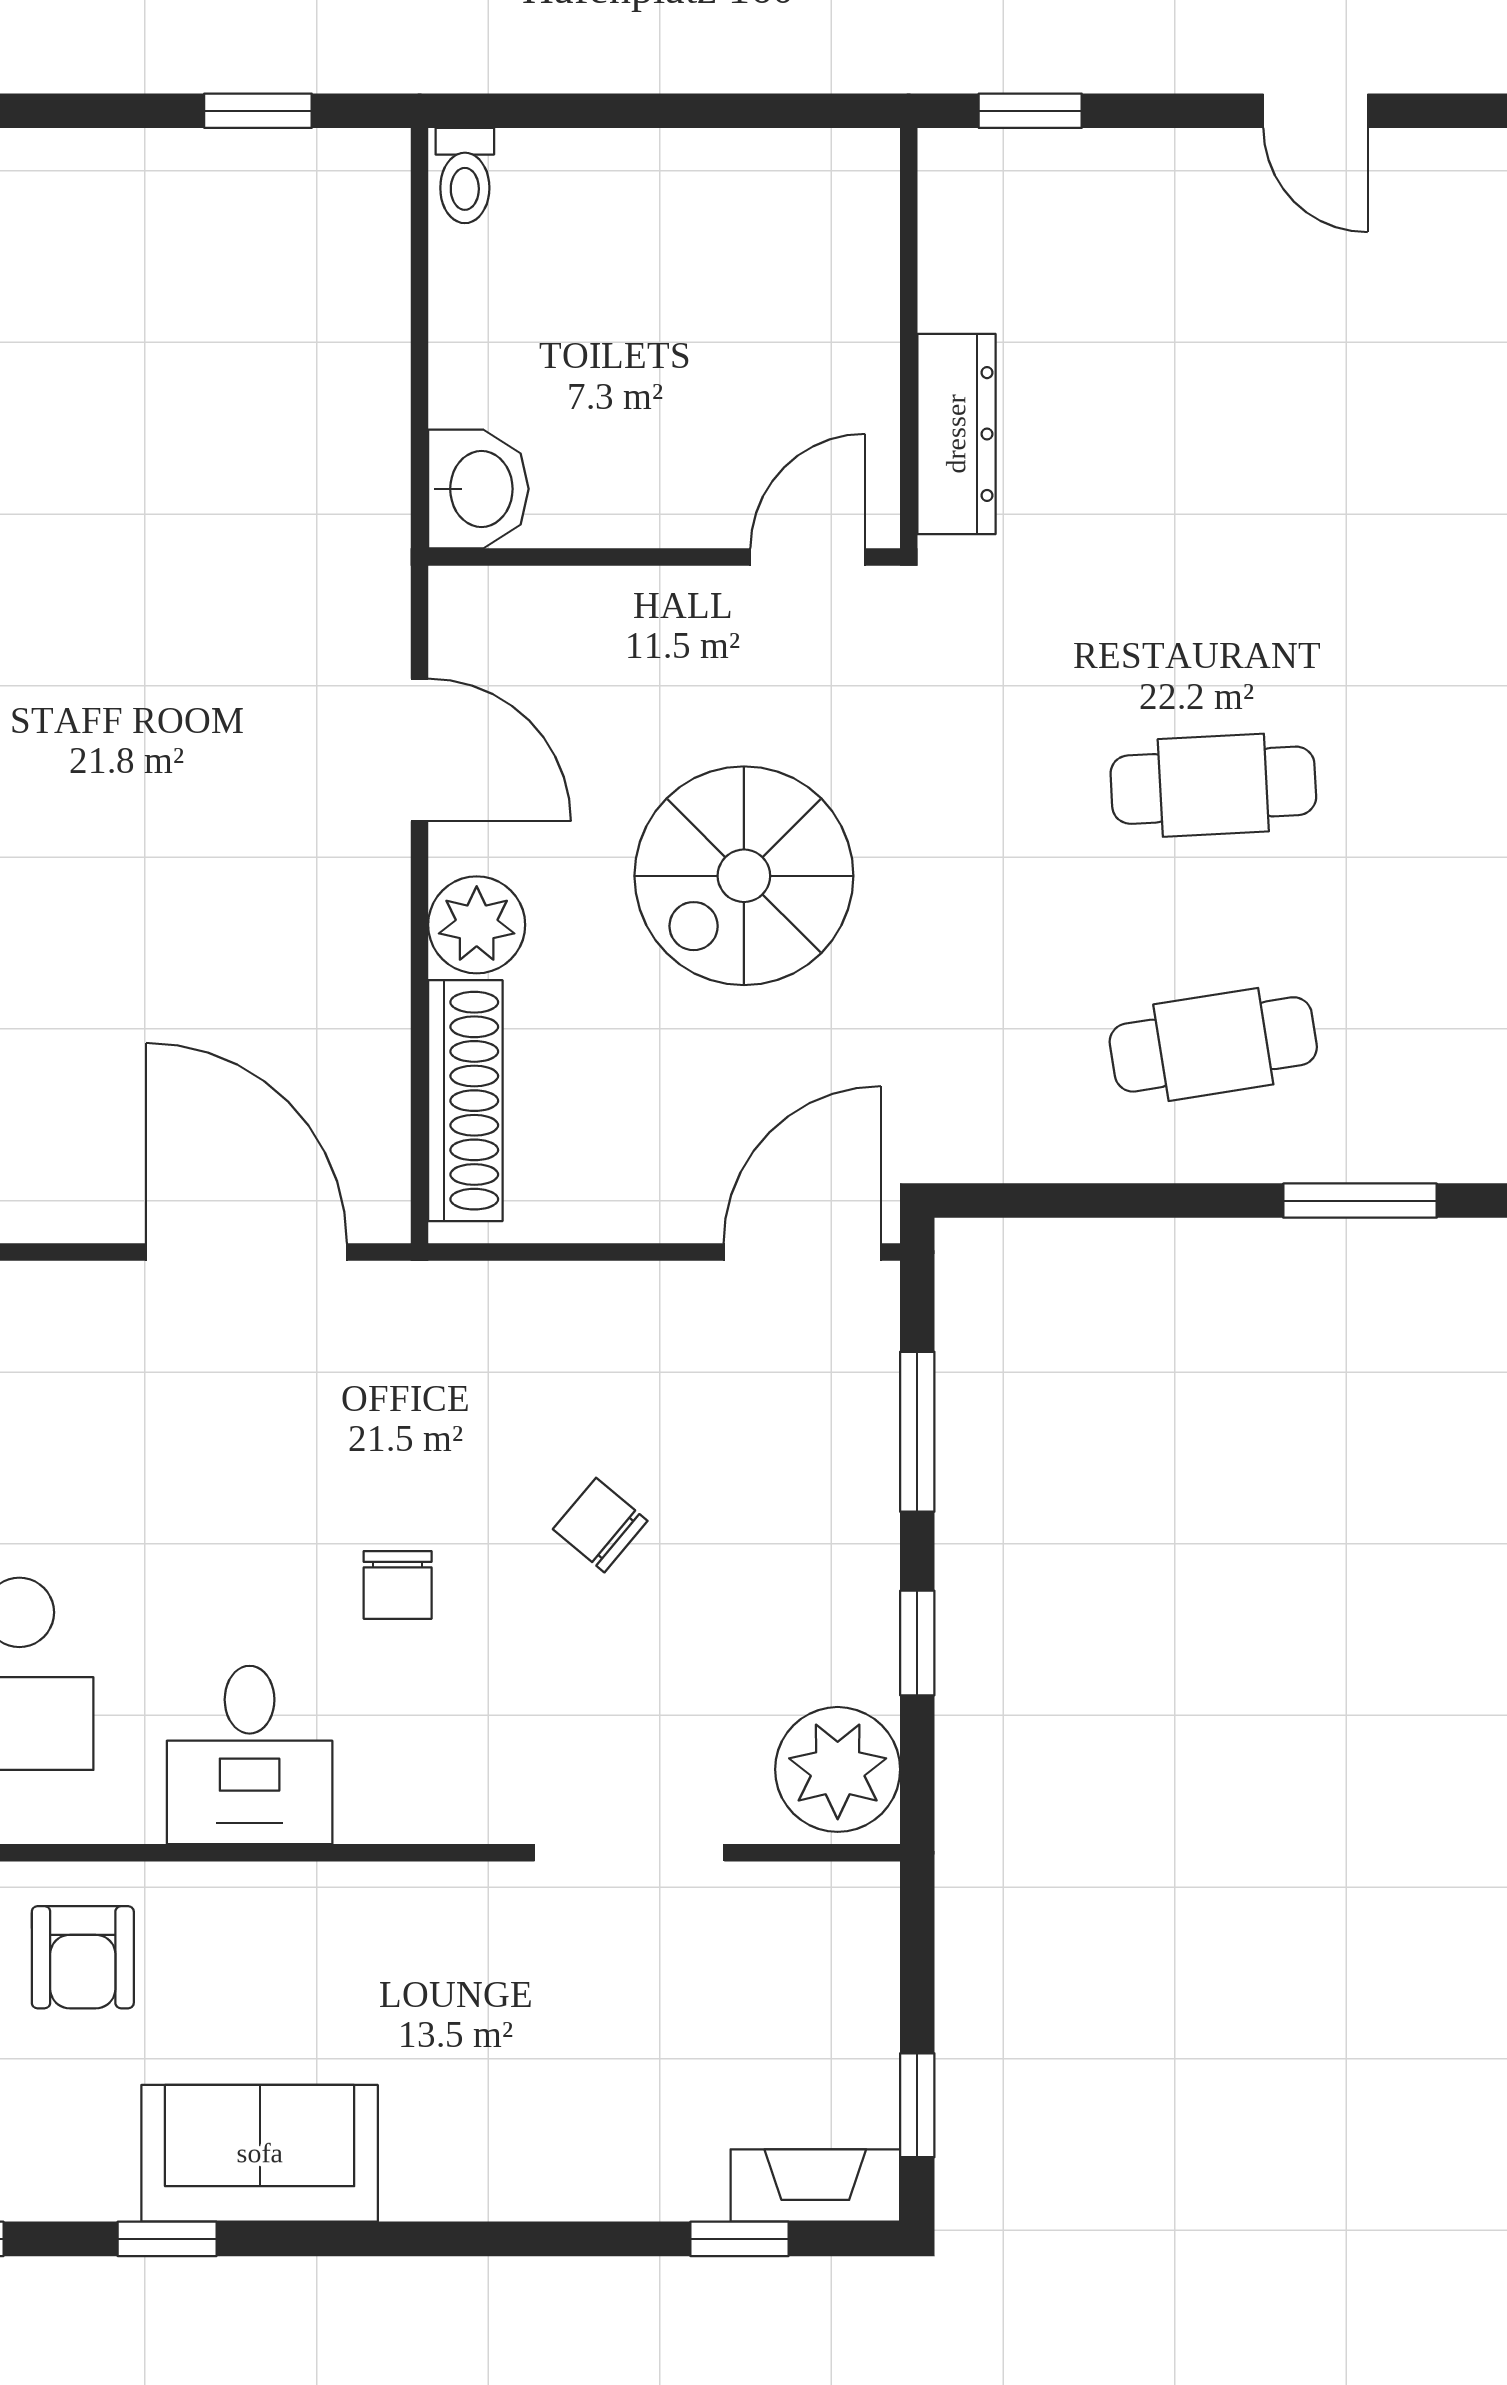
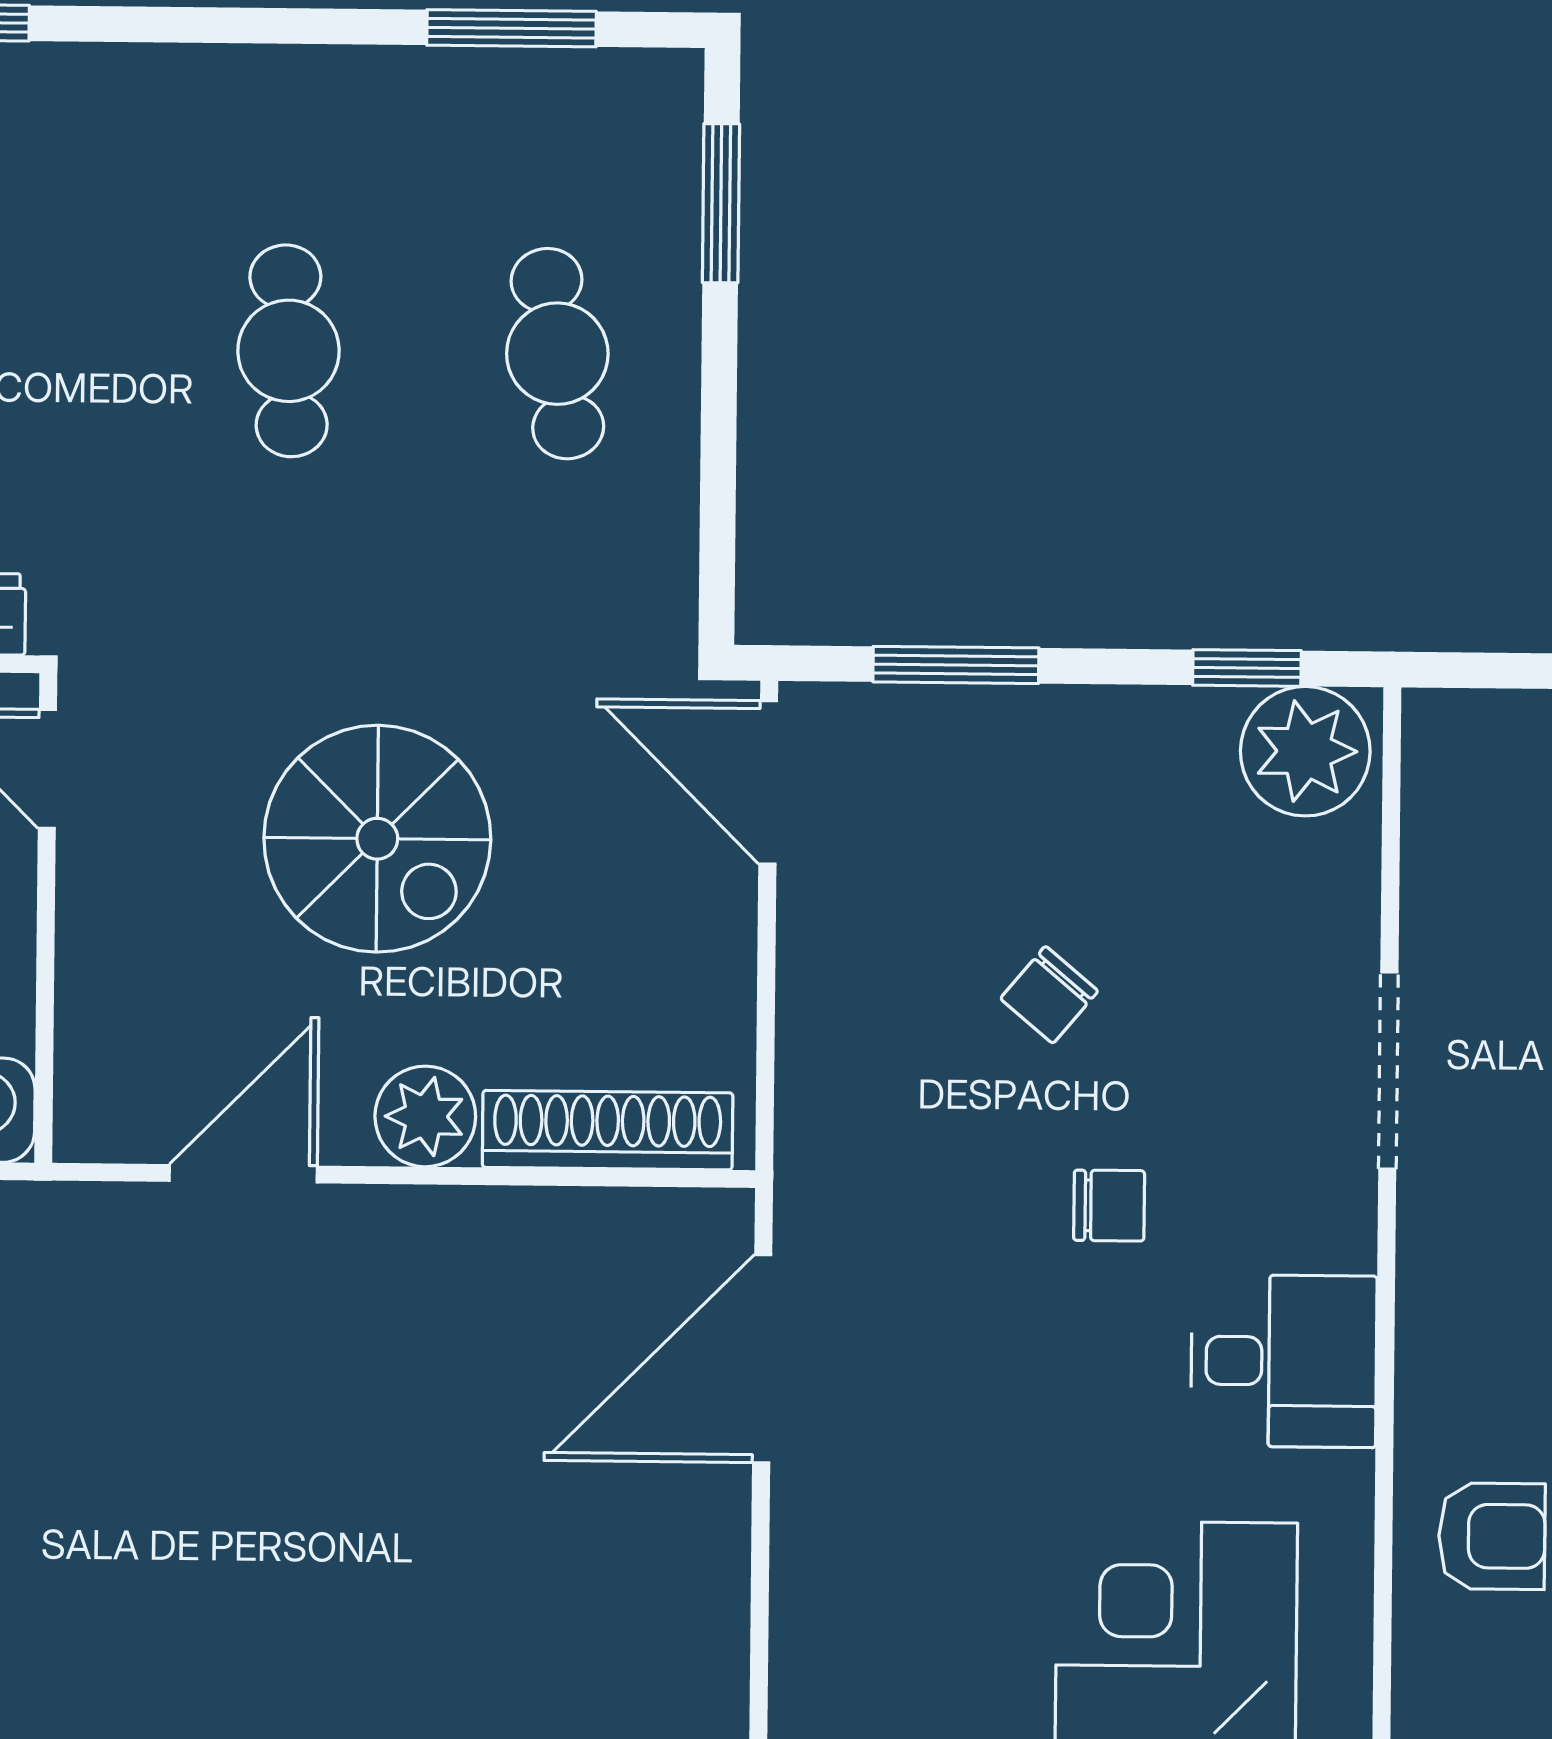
window: (917, 1643) -> (1247, 668), moved
doorway: (629, 1853) -> (1388, 1071), moved

